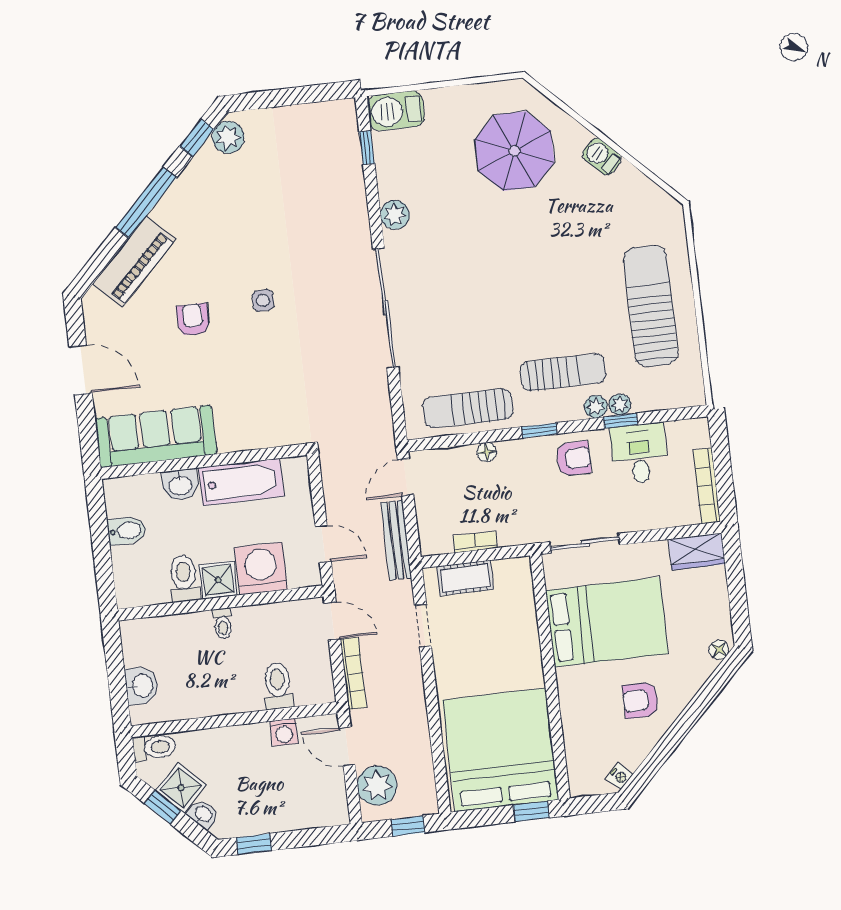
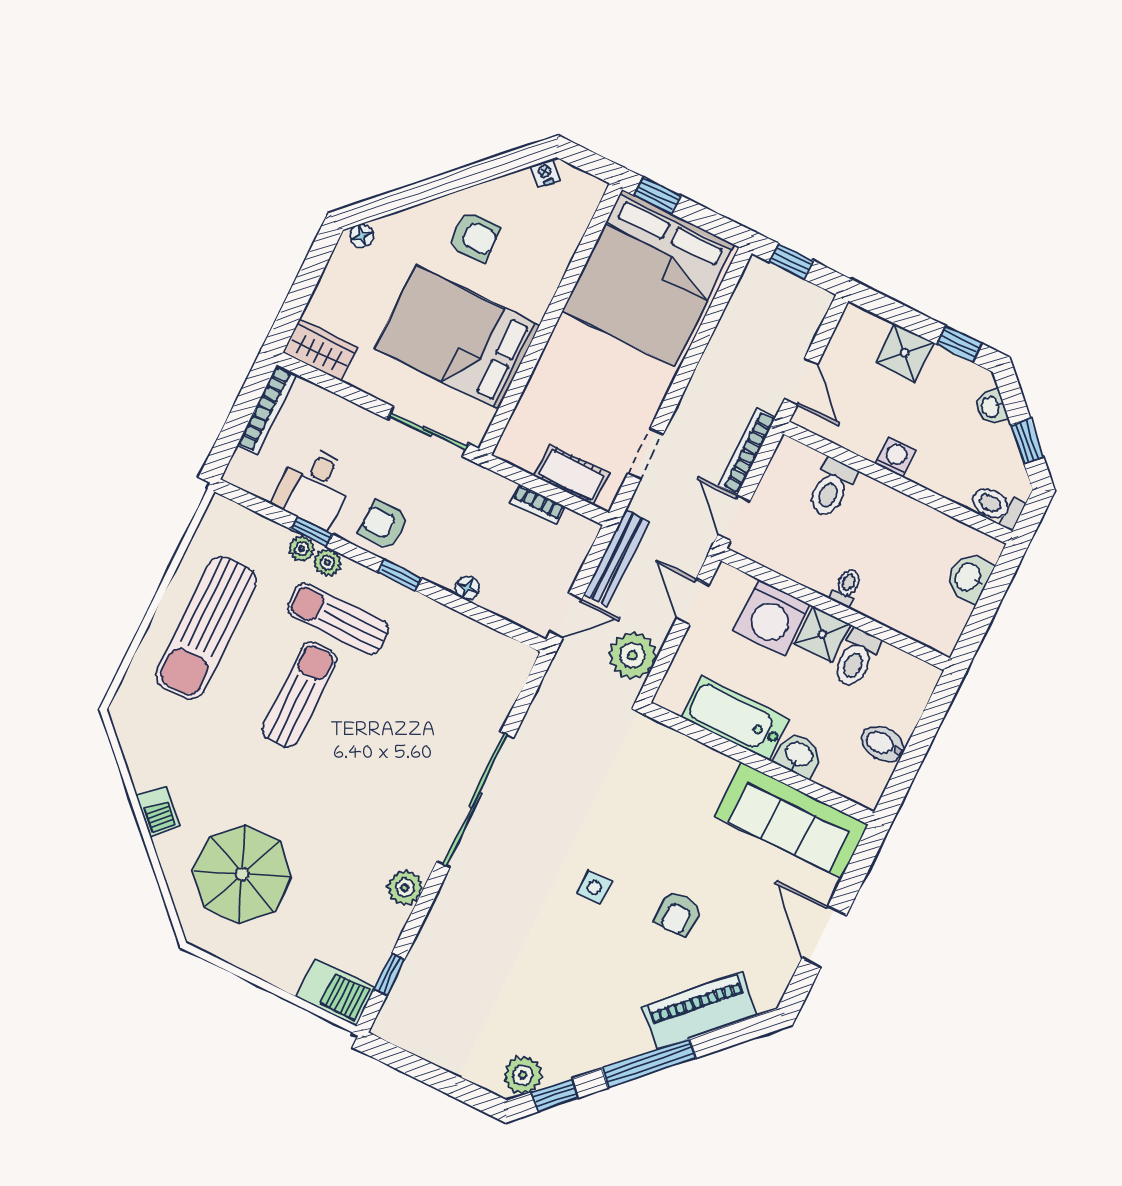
sun lounger: (468, 408) -> (299, 695), moved, turned -90
washing machine: (284, 732) -> (896, 457), moved
plant: (377, 786) -> (632, 655), moved
shower: (181, 788) -> (905, 353), moved, turned 45

